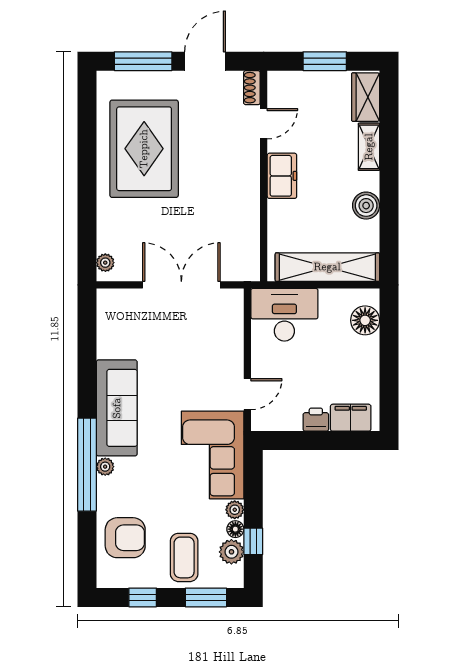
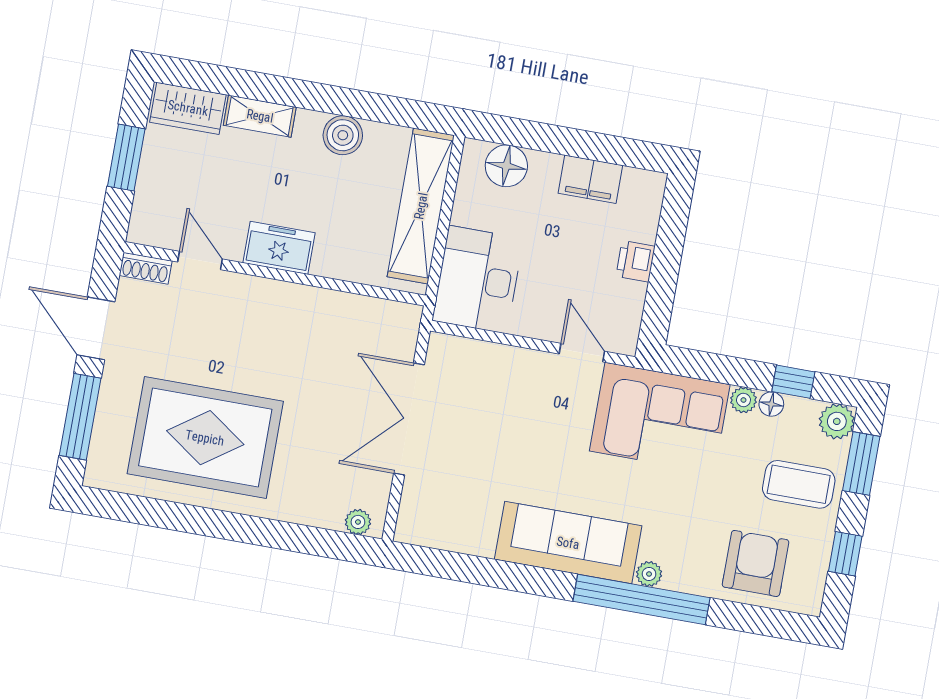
filing cabinet: (351, 418) -> (590, 179), moved, turned -90
plant: (231, 552) -> (837, 421), moved

